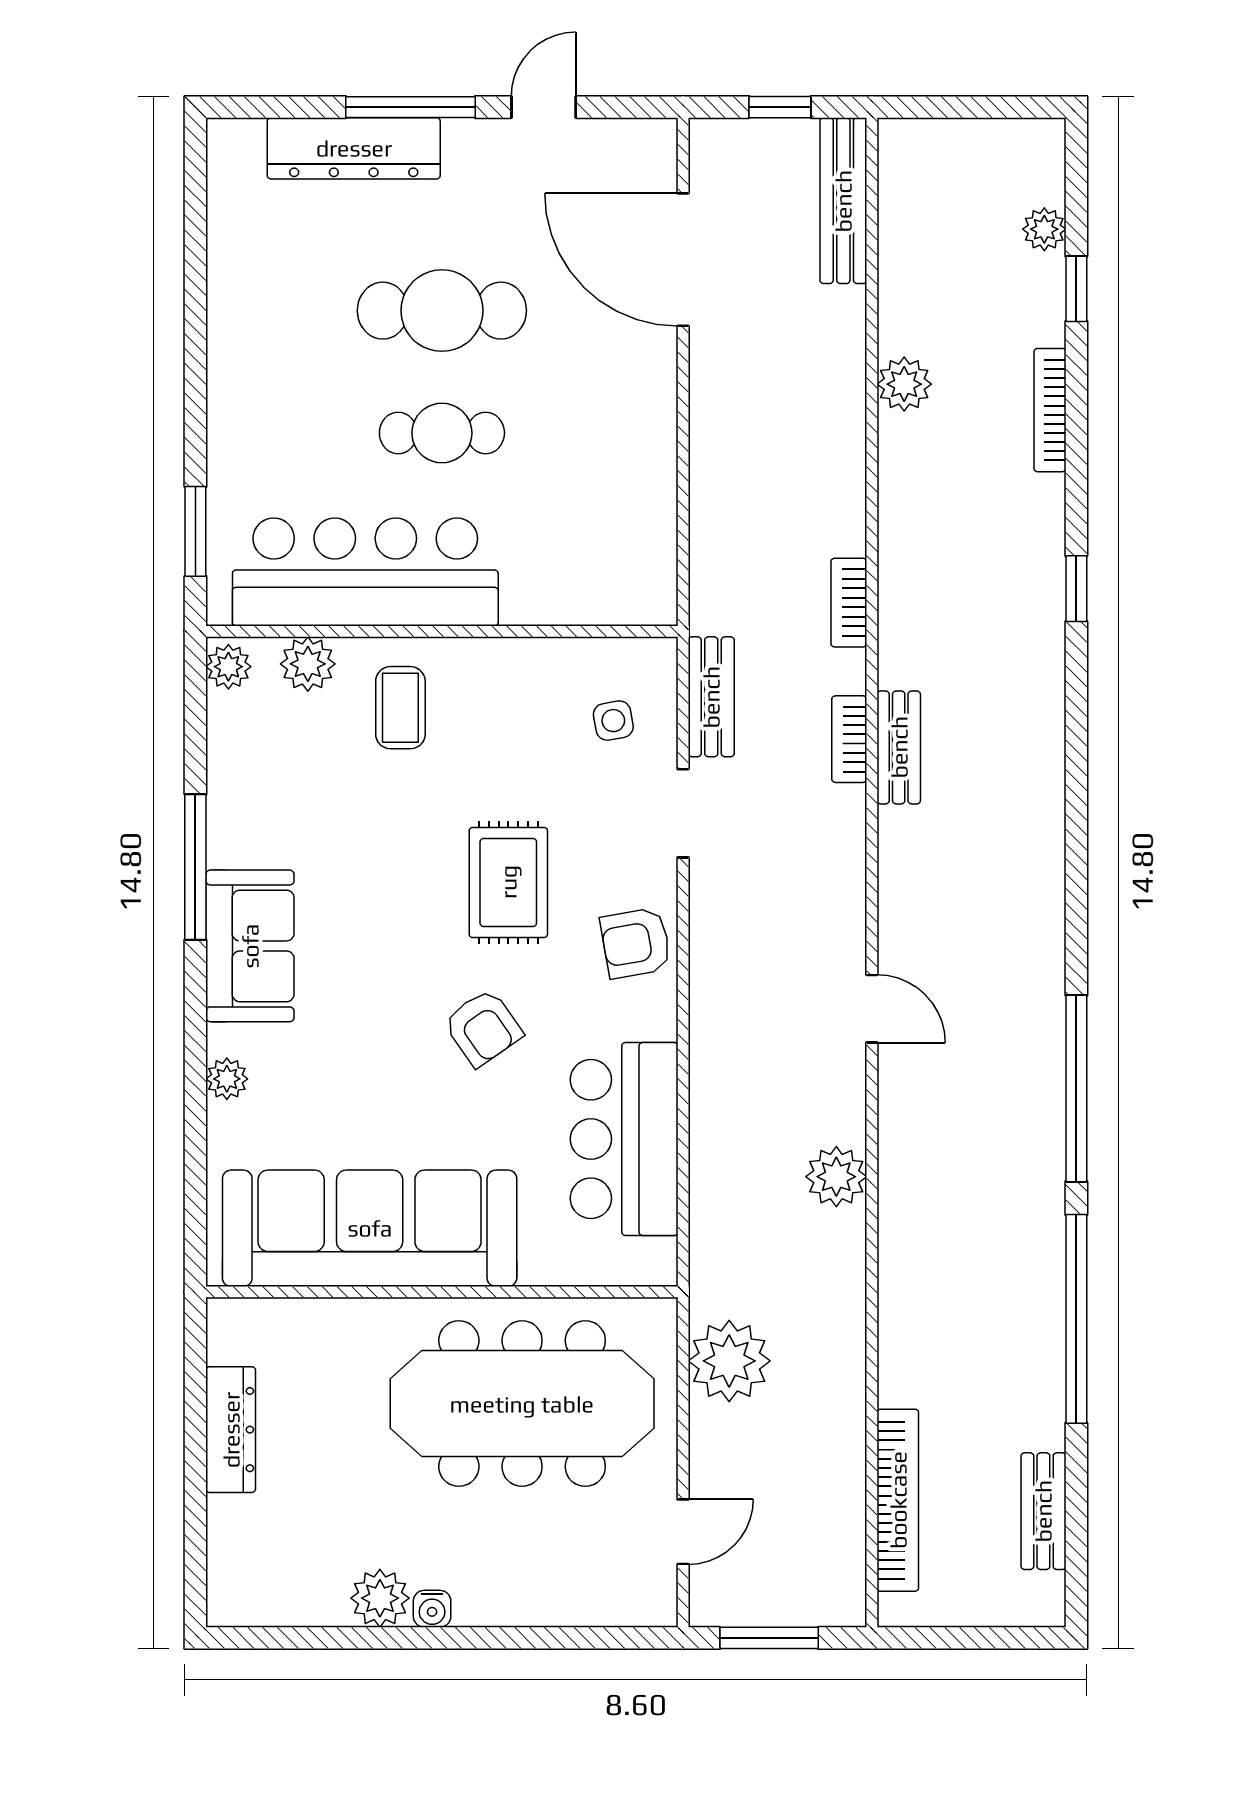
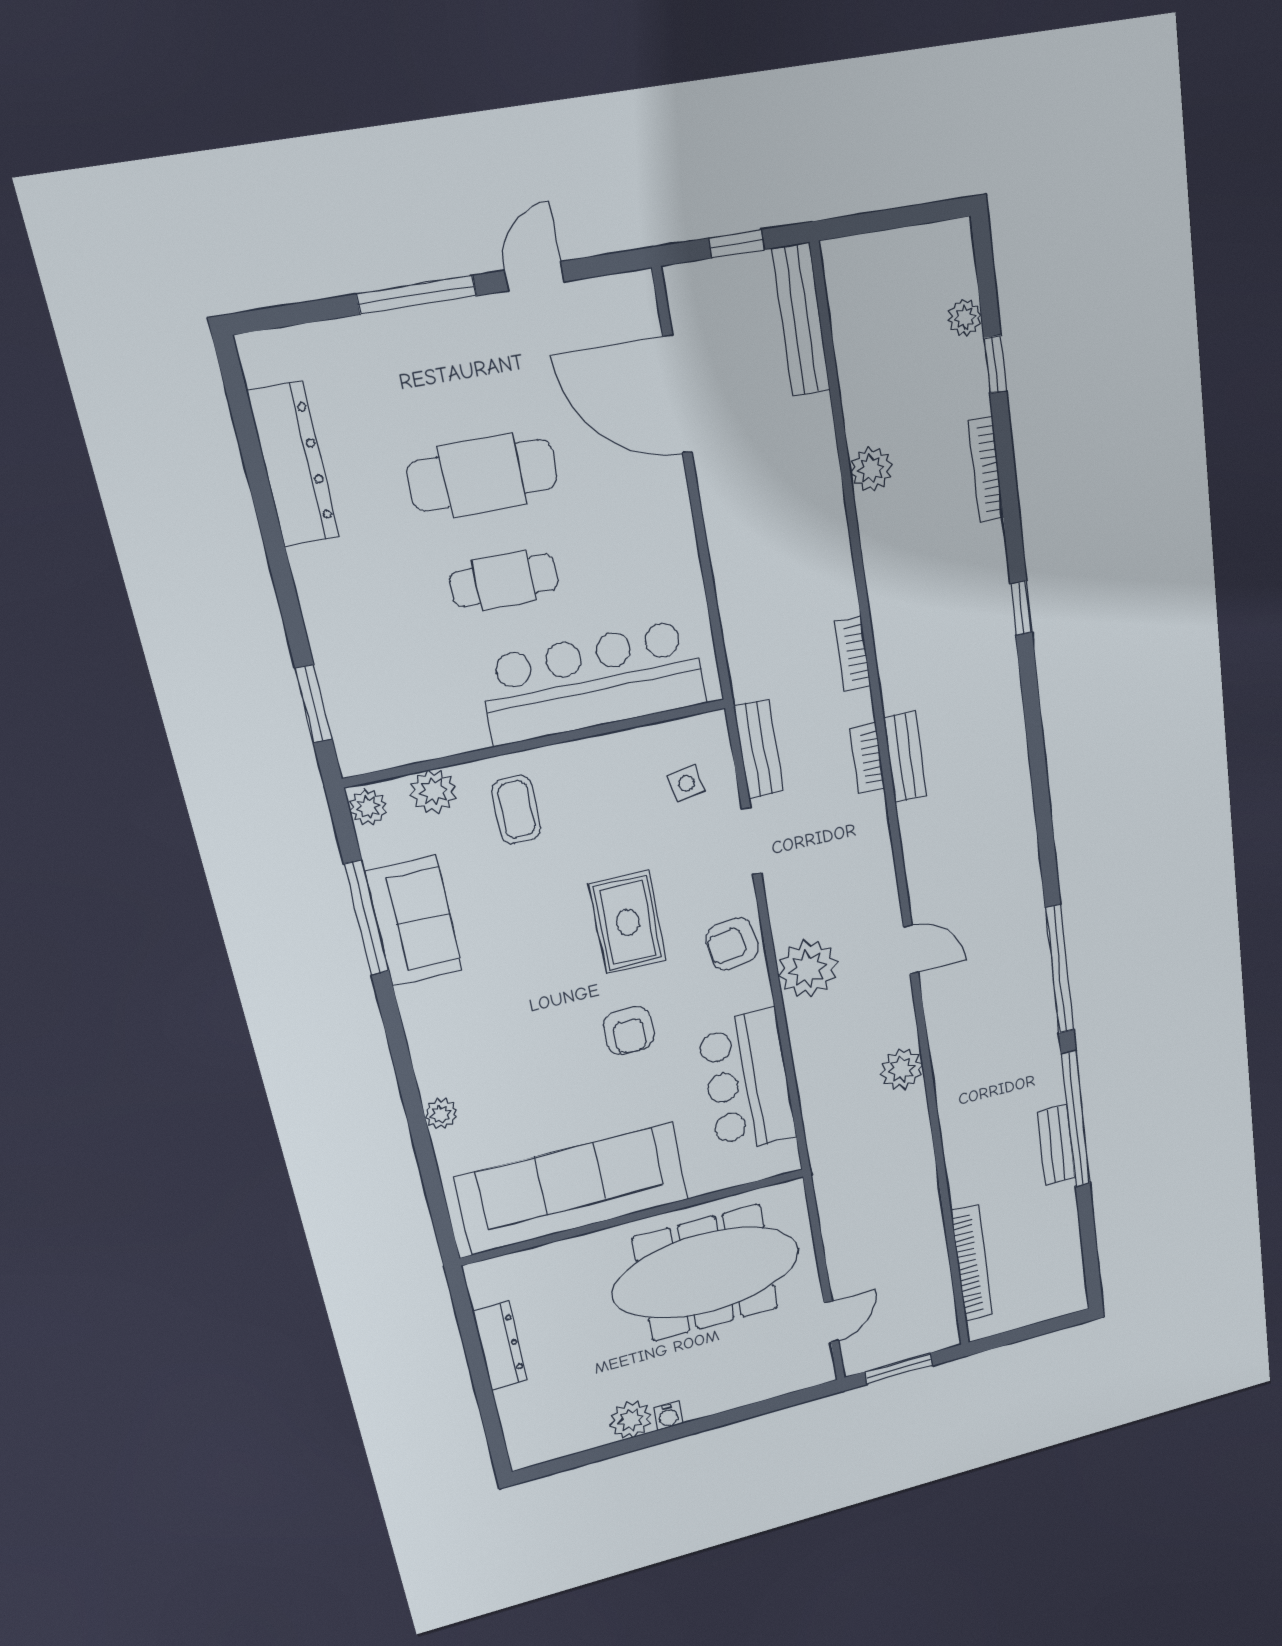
dresser: (354, 148) -> (293, 465), moved, turned -90
bar counter: (365, 572) -> (593, 682), moved
window: (195, 867) -> (367, 918), moved
sofa: (250, 946) -> (414, 921), moved
armchair: (483, 1028) -> (629, 1031), turned 35
plant: (729, 1361) -> (808, 969), moved
bench: (1043, 1511) -> (1056, 1145), moved

